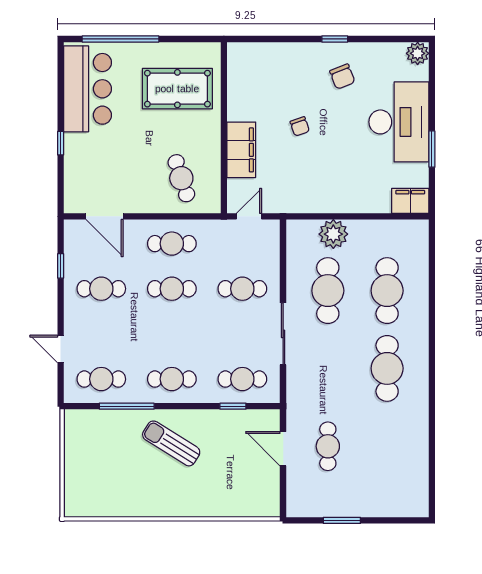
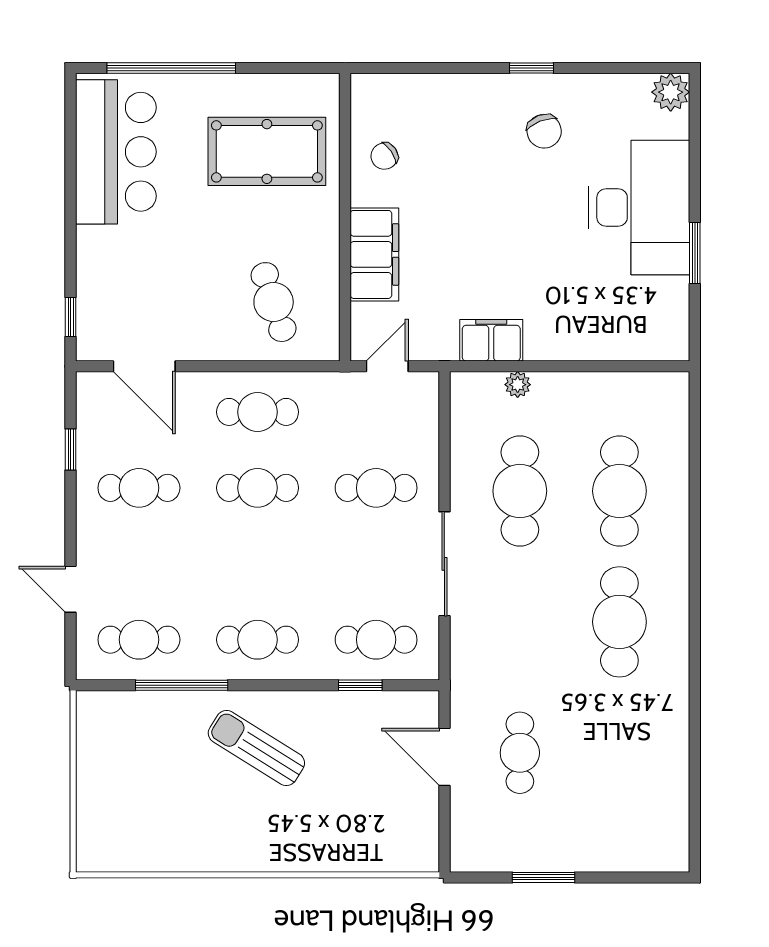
chair: (300, 126) -> (384, 156), moved, turned 75
window: (61, 143) -> (71, 317), moved
filing cabinet: (410, 201) -> (491, 340), moved
plant: (333, 234) -> (518, 385), width x0.53, depth x0.53

